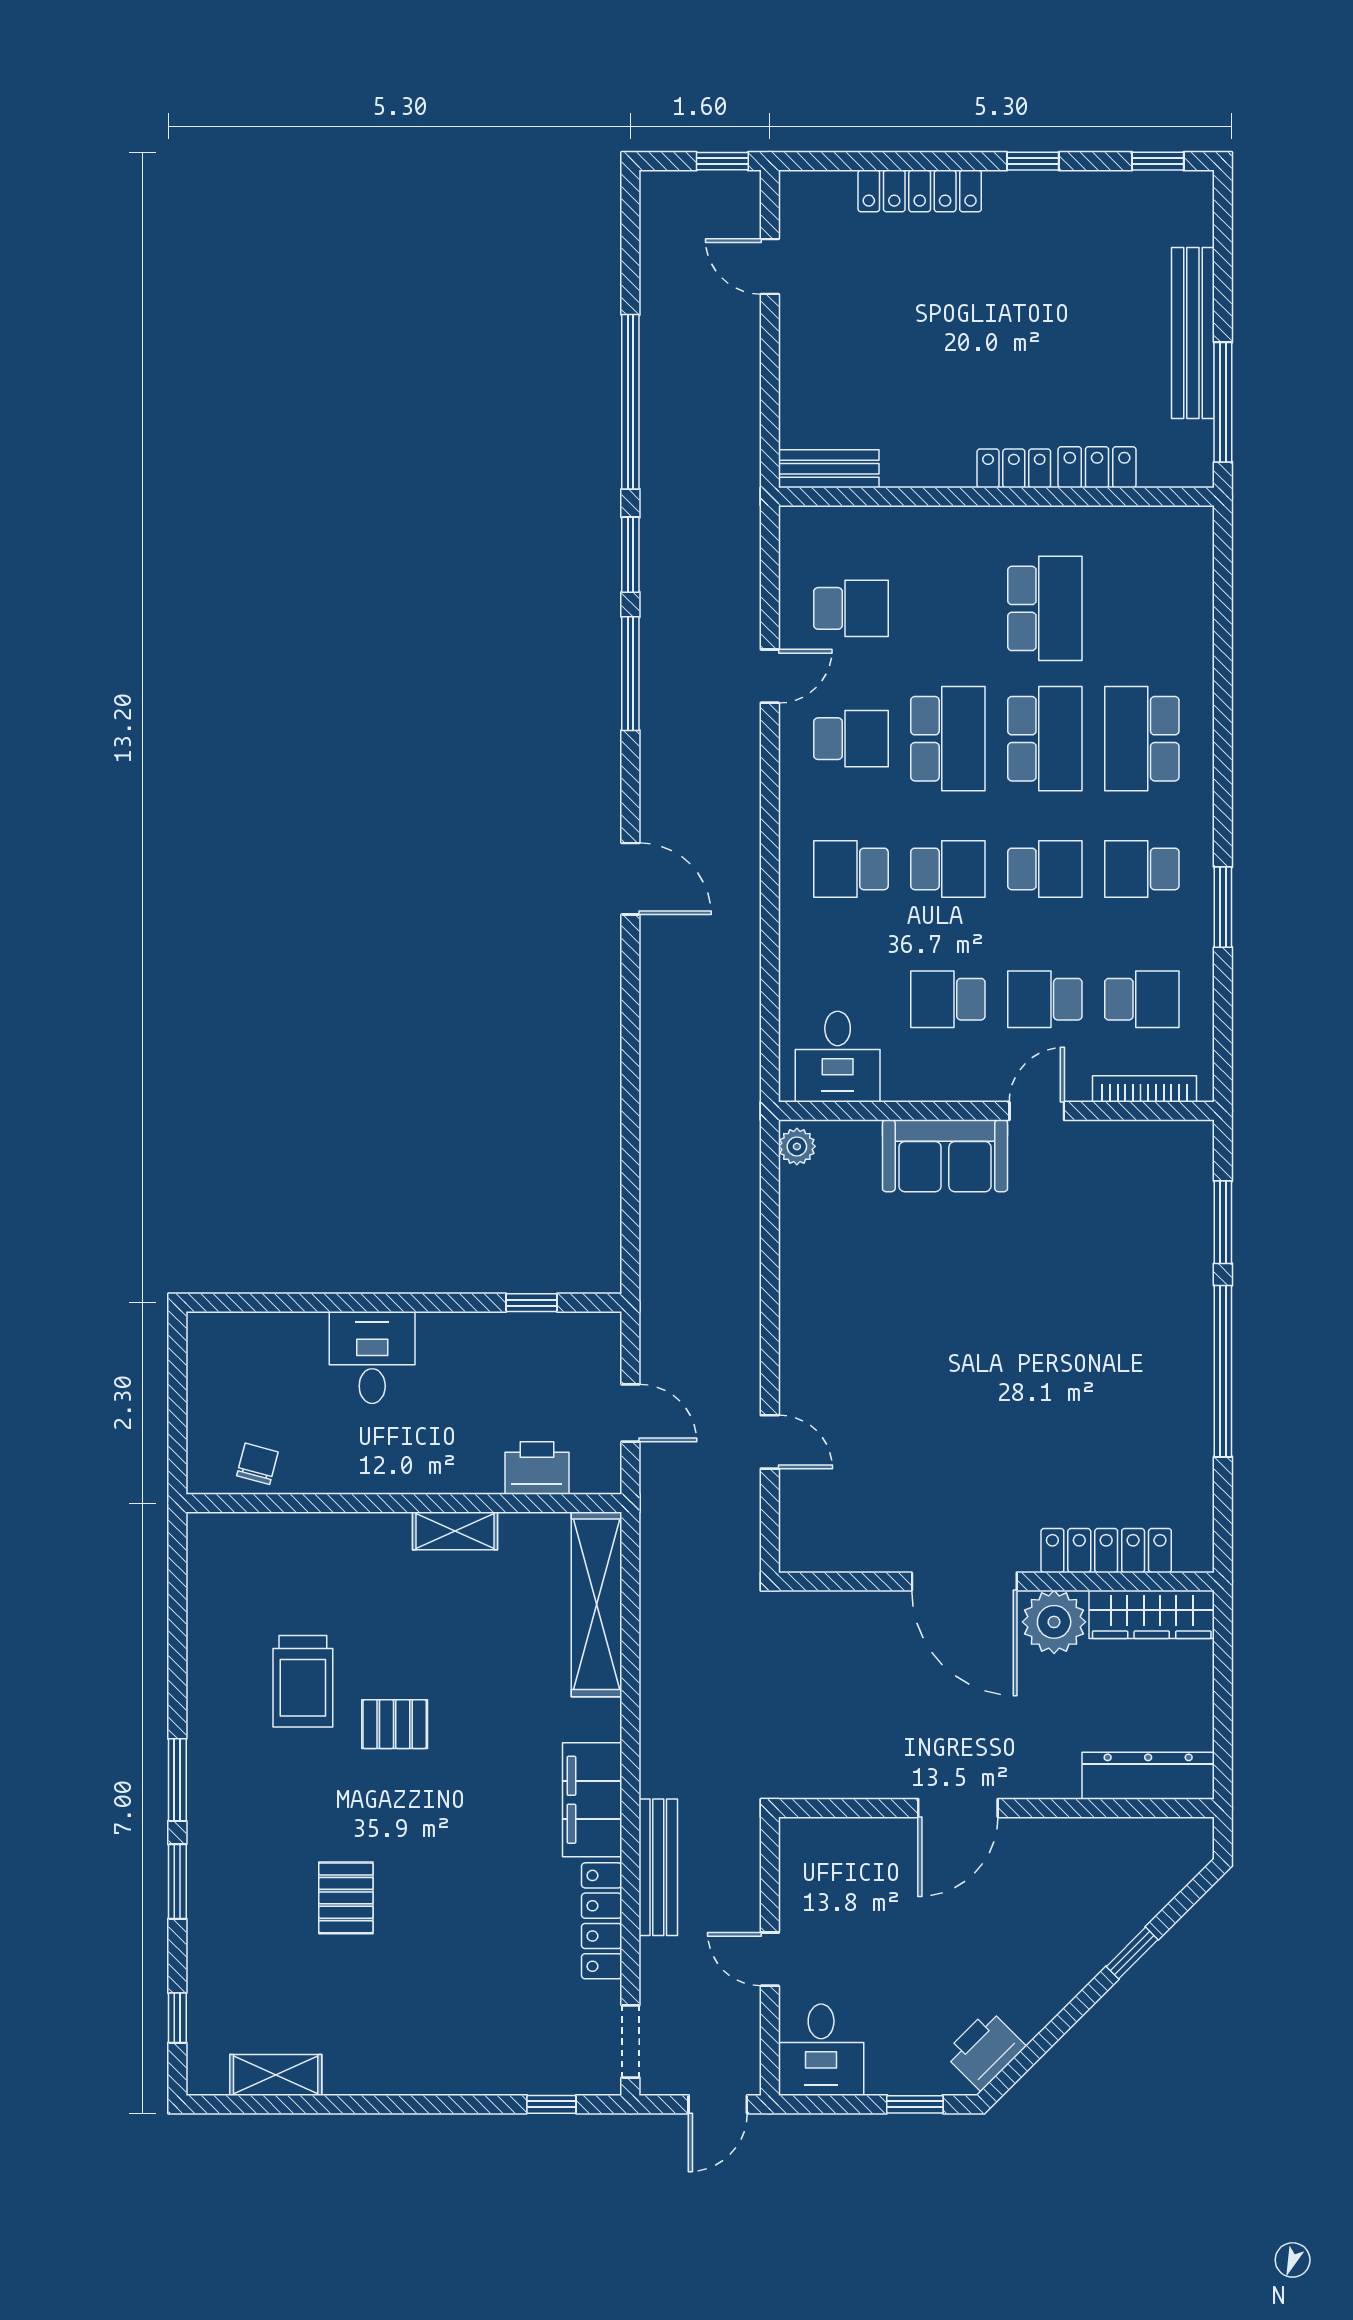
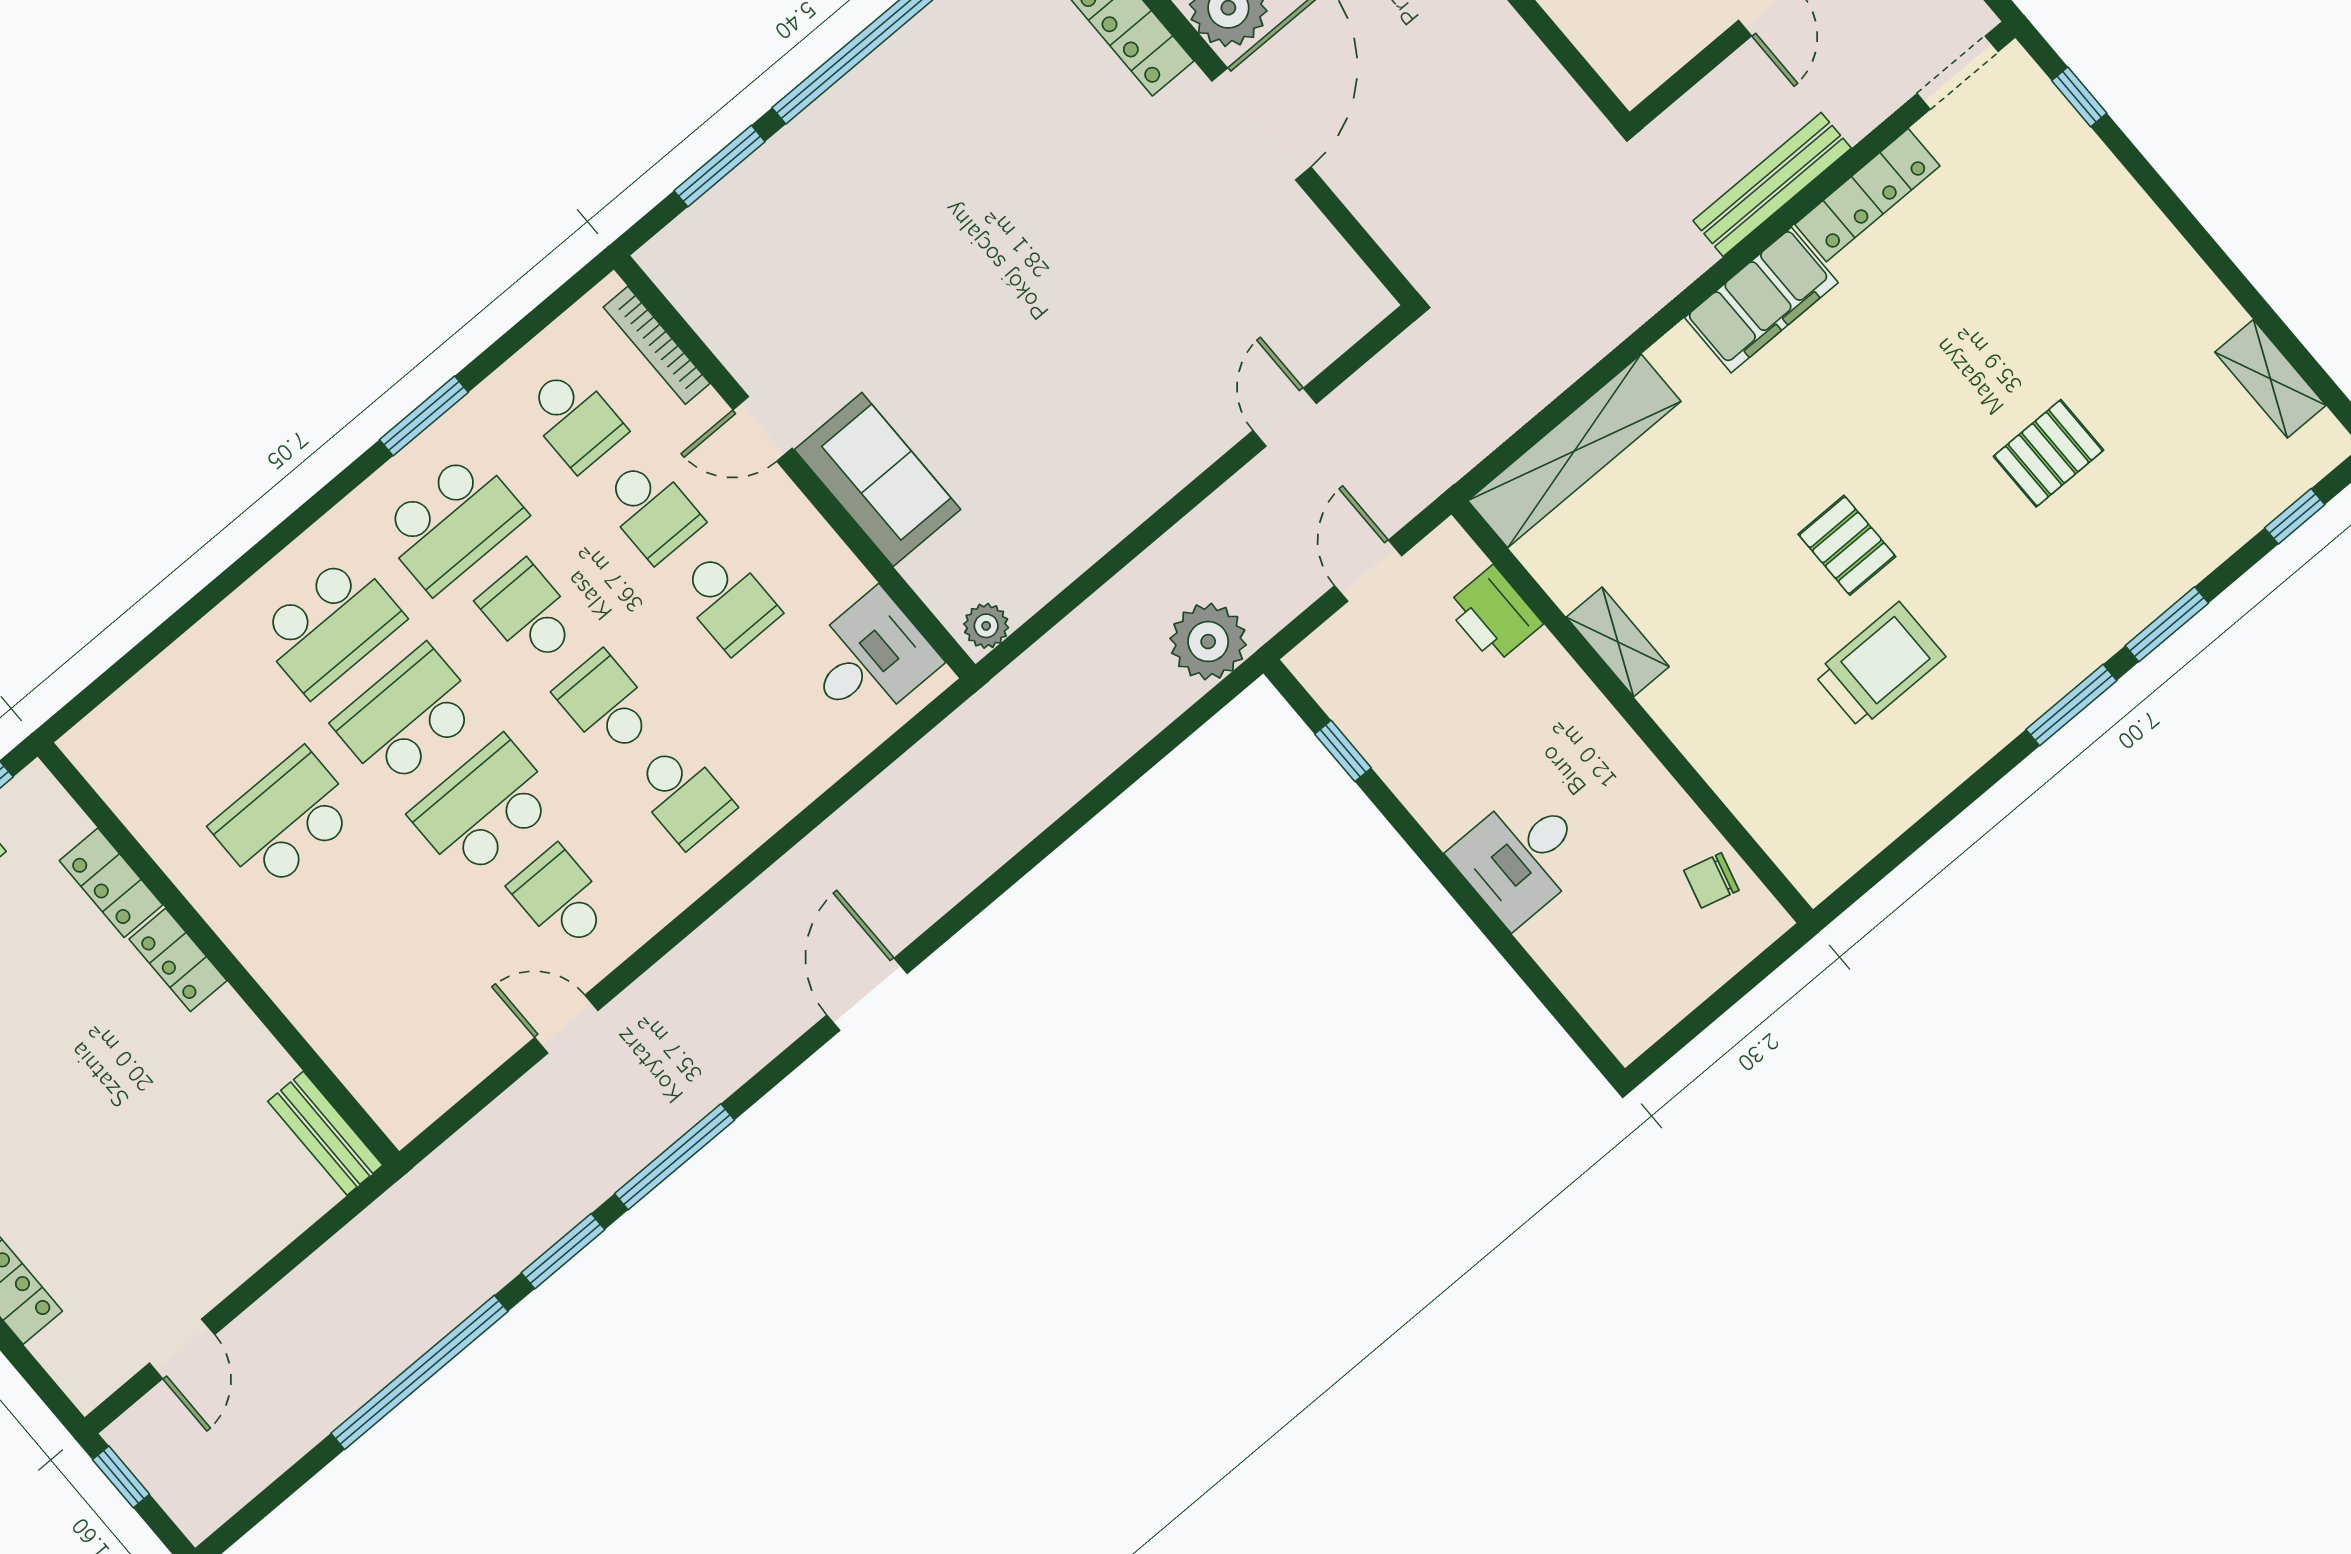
school desk: (851, 608) -> (439, 1002), removed
school desk: (1142, 869) -> (452, 522), width x1.85
school desk: (1142, 999) -> (575, 419), turned 180
plant: (670, 1276) -> (1208, 642), added

